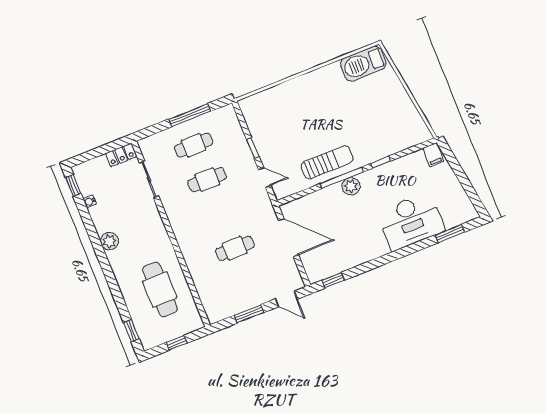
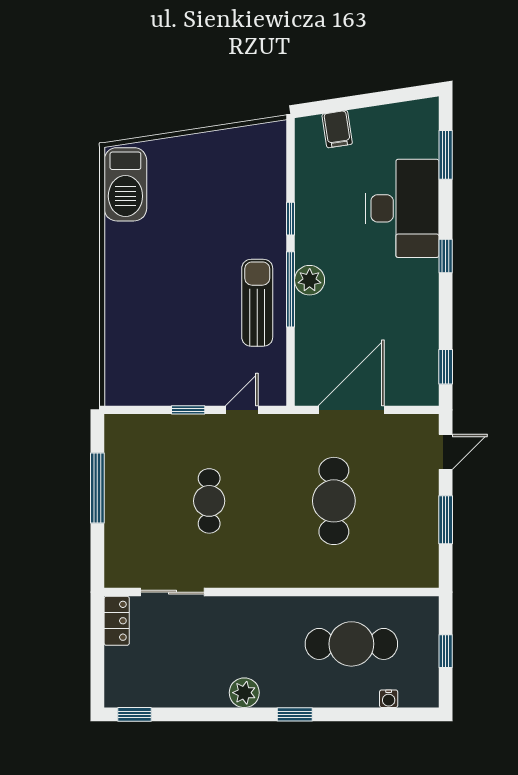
cafe table: (194, 145) -> (147, 501), removed
filing cabinet: (433, 155) -> (337, 129), moved, turned 81
water cooler: (90, 201) -> (389, 699), moved
cafe table: (235, 248) -> (334, 501), width x1.37, depth x1.35
window: (394, 256) -> (446, 256), added
window: (131, 331) -> (295, 714), moved

